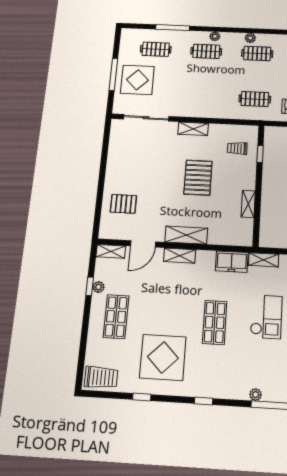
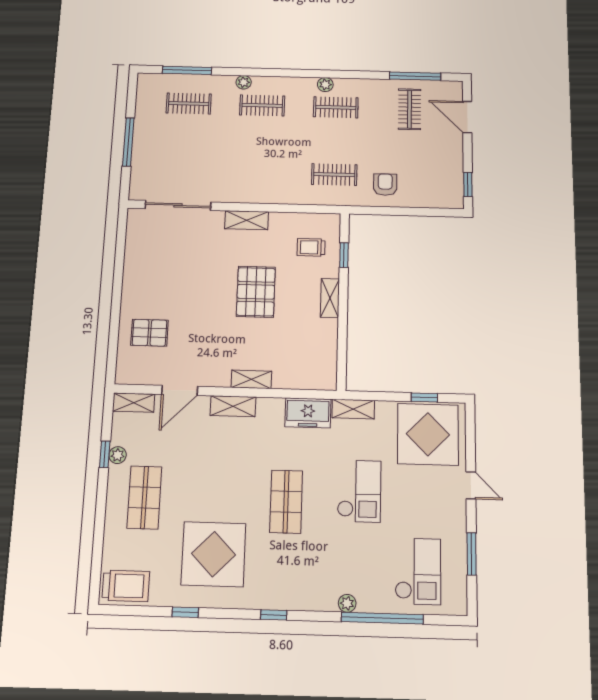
window: (173, 28) -> (187, 70), moved
plant: (215, 36) -> (244, 82), moved
display table: (137, 80) -> (164, 149), removed
shelving: (248, 204) -> (330, 298), moved
shelving: (186, 235) -> (251, 379), width x0.67, depth x0.75

